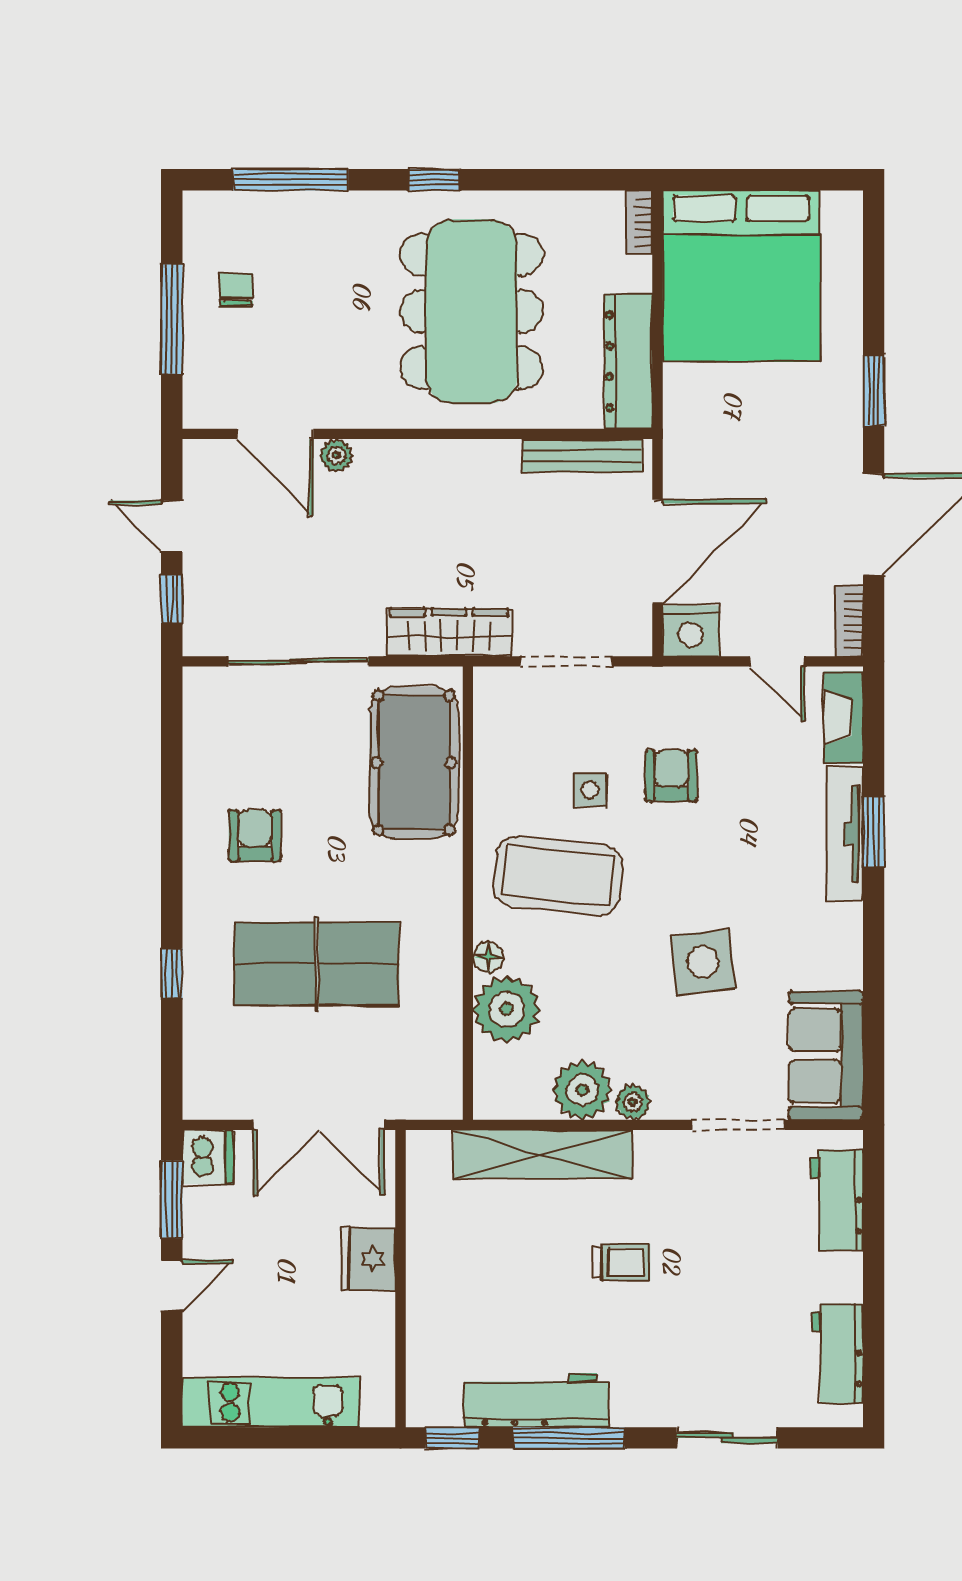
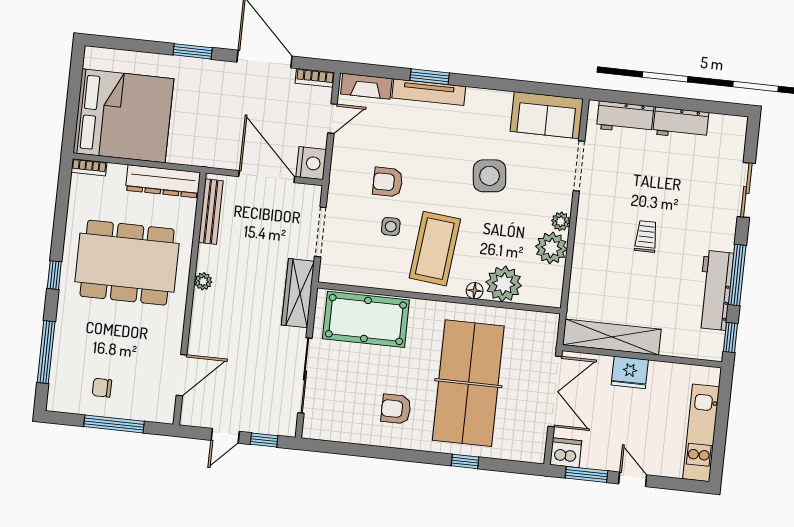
plant: (336, 455) -> (203, 281), moved
table tennis table: (317, 964) -> (468, 383), width x1.36, depth x1.32
shelving: (543, 1154) -> (612, 337), moved, turned 90
workbench: (837, 1354) -> (681, 123), moved

